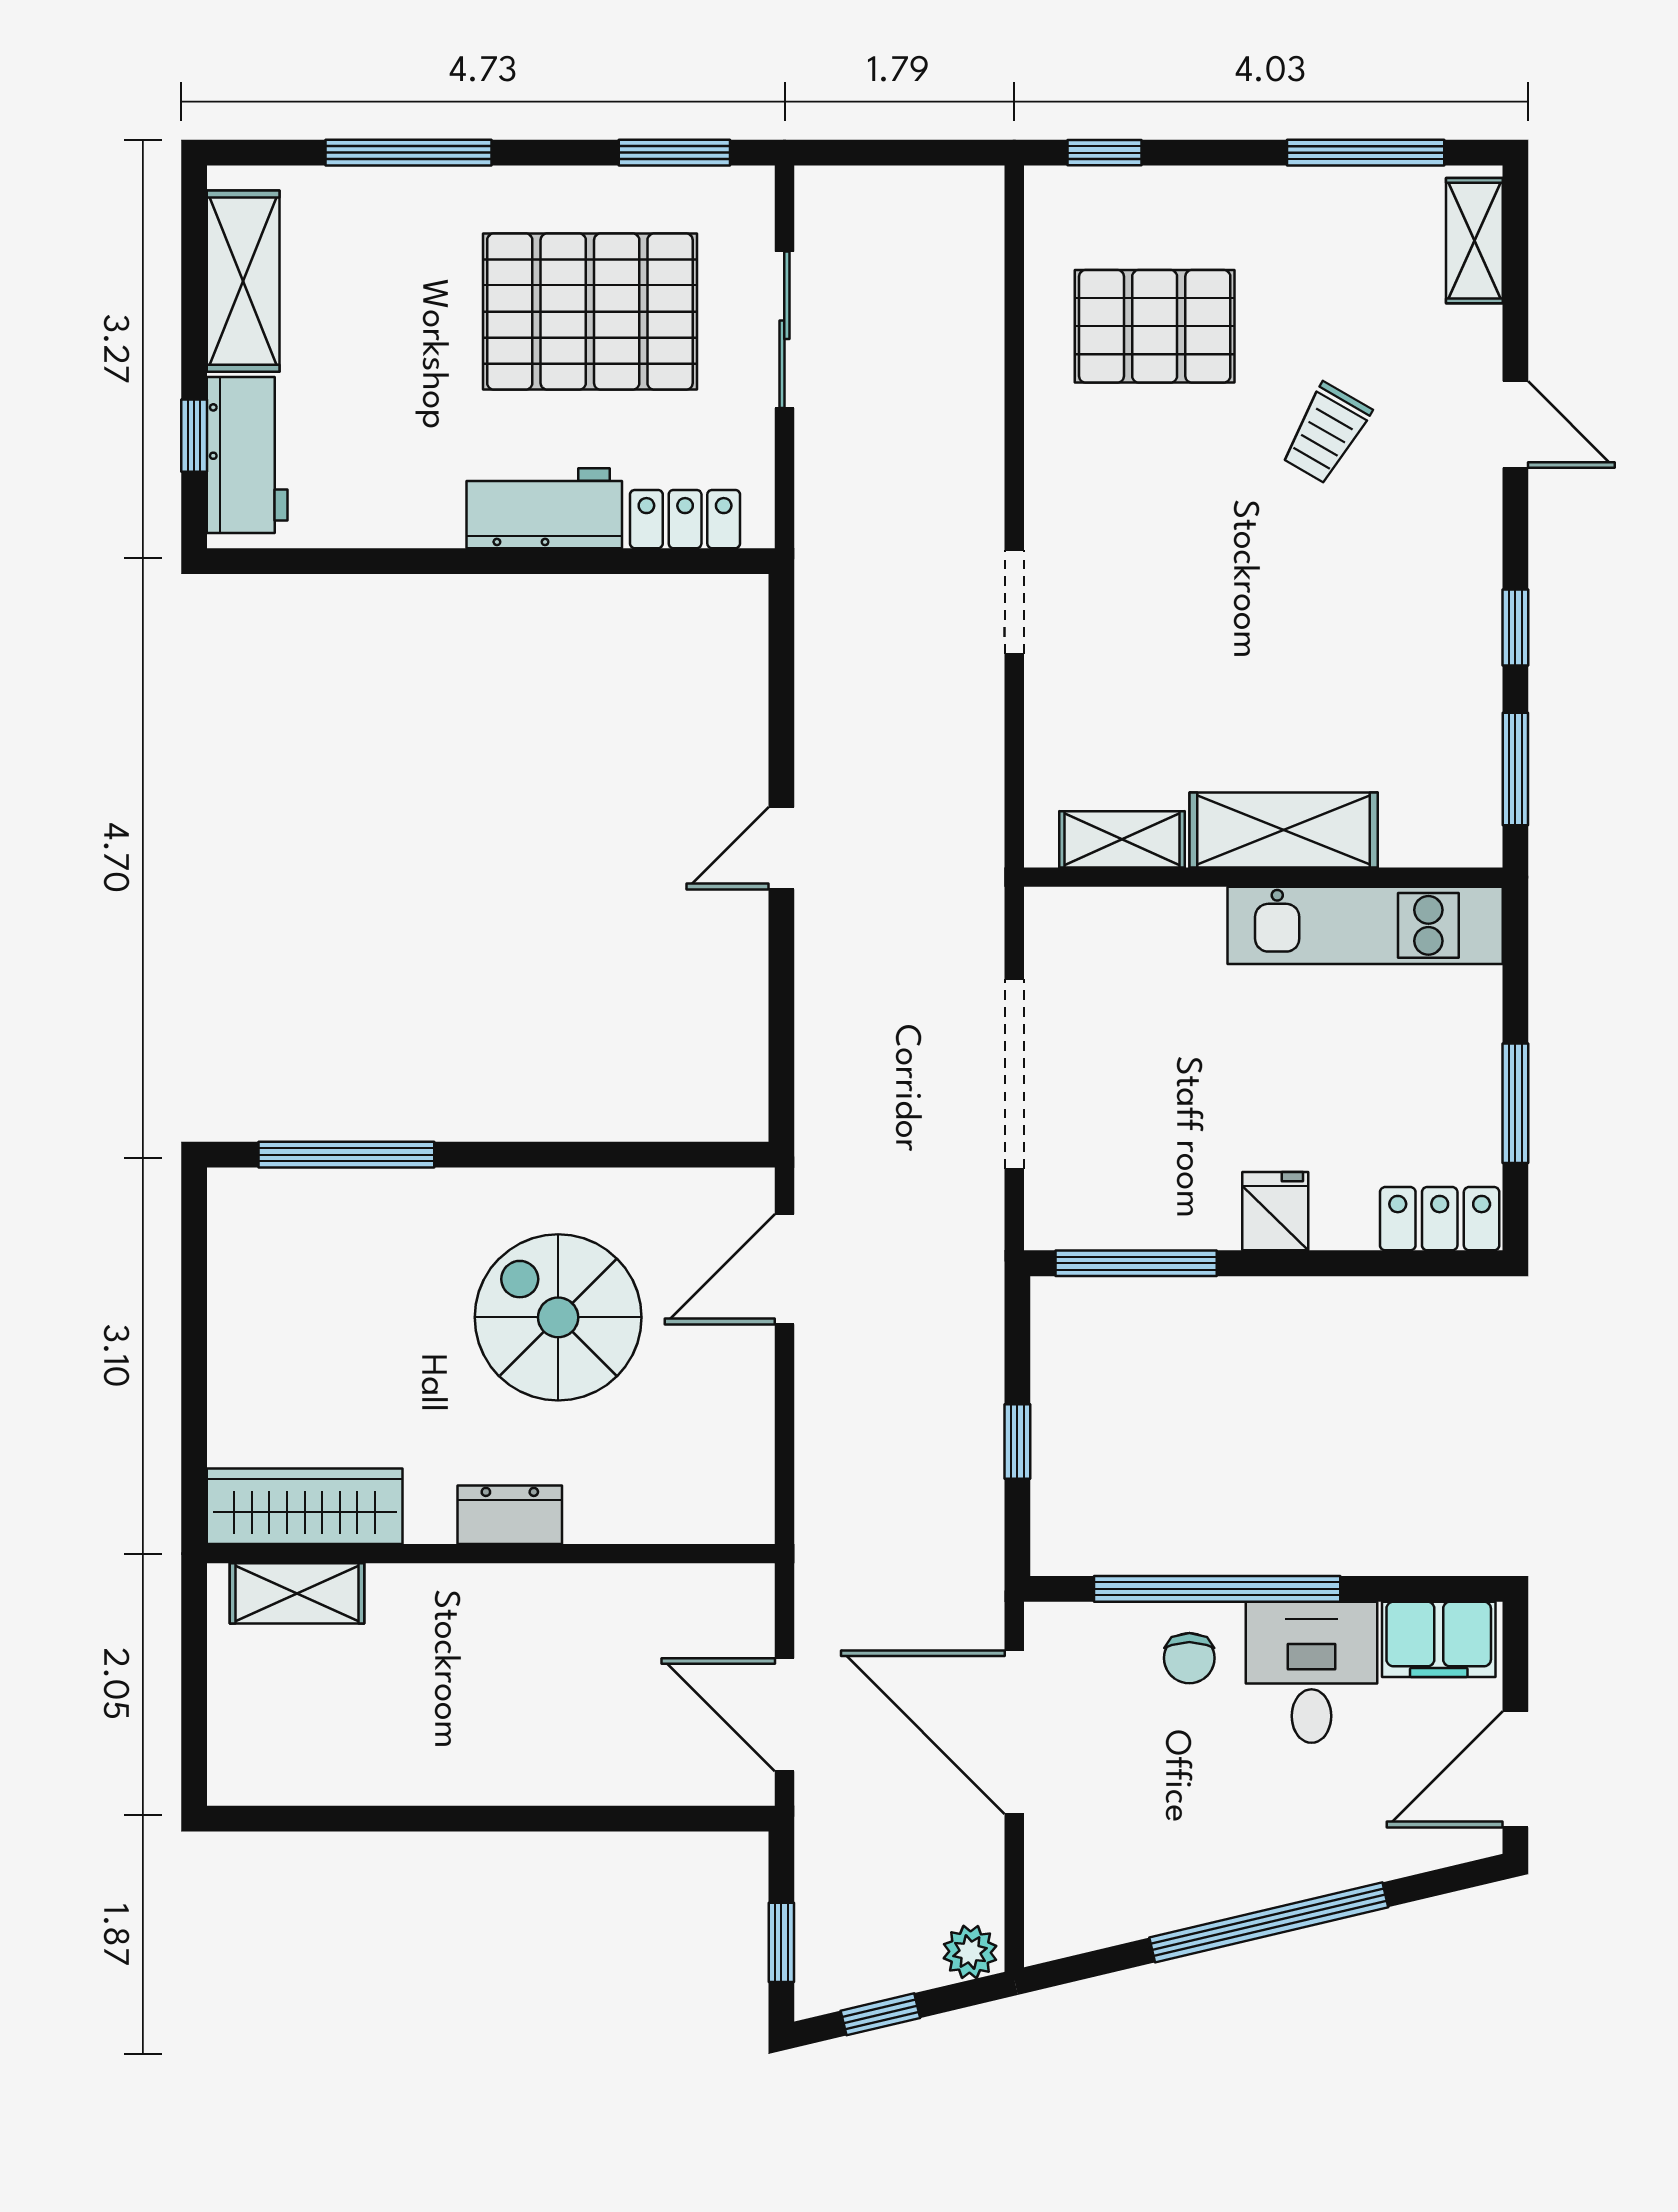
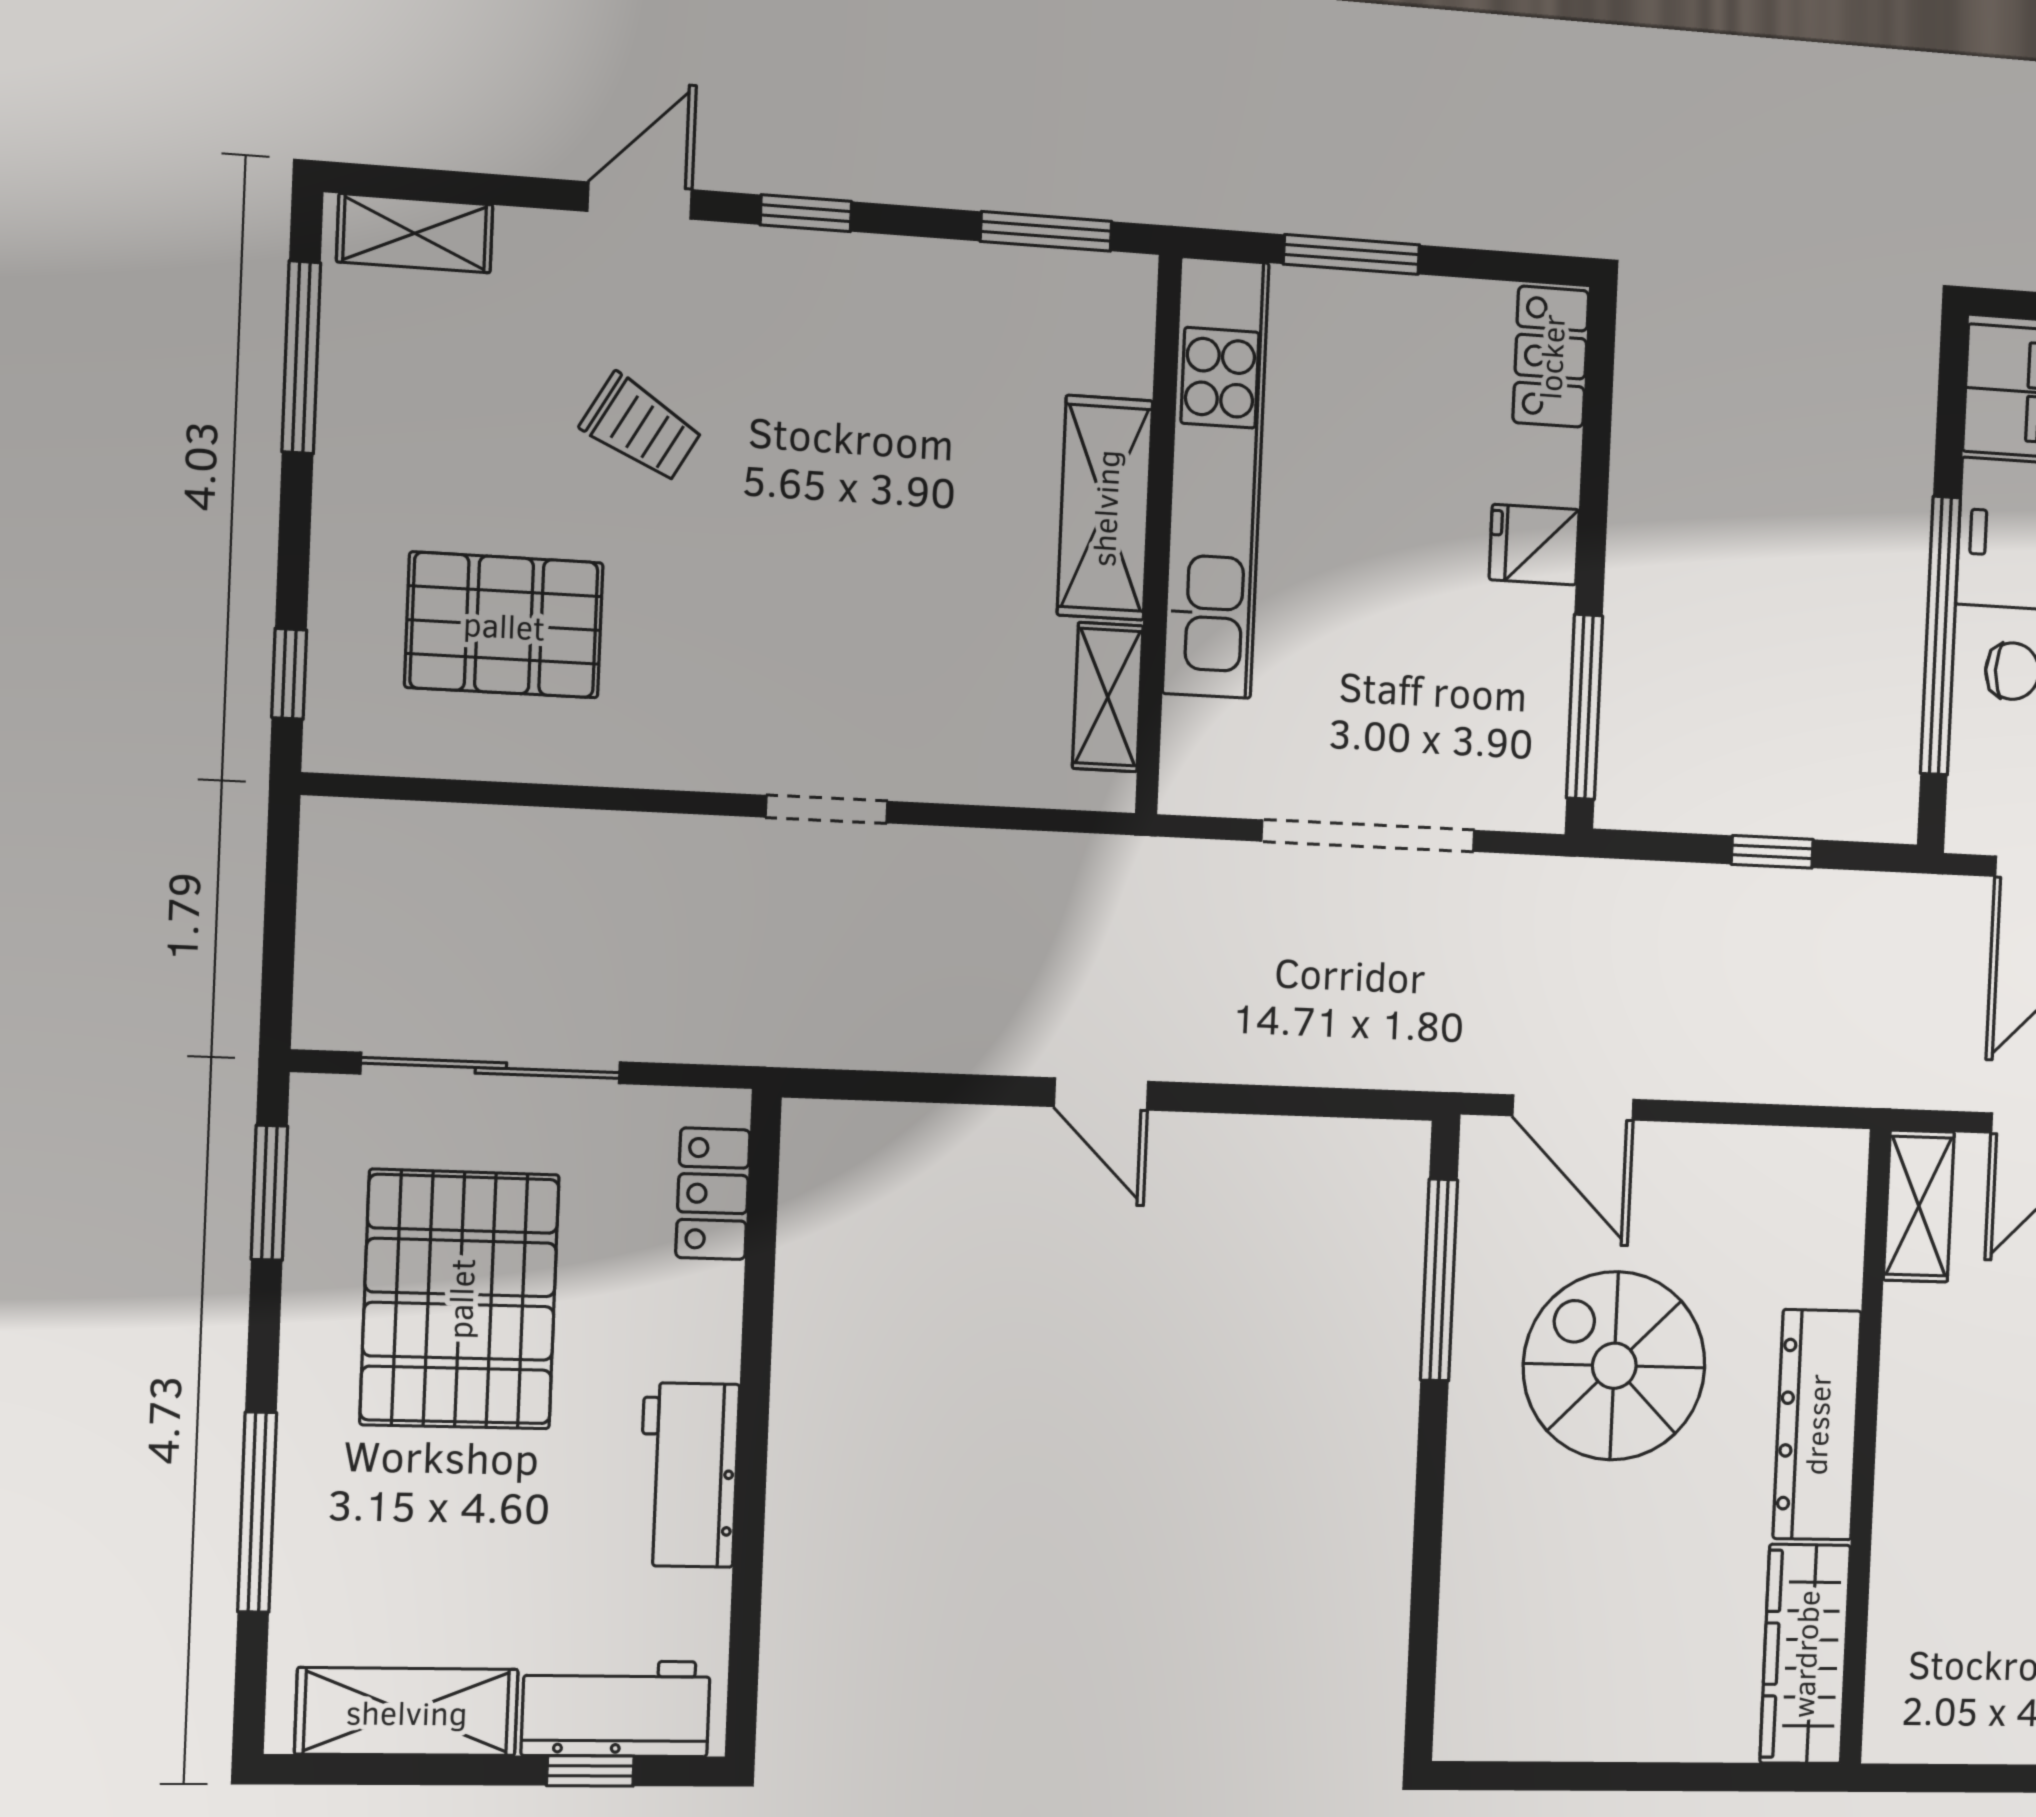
pallet: (1155, 326) -> (504, 625), turned 90
sliding door: (784, 330) -> (491, 1068), width x1.37
workbench: (544, 508) -> (689, 1475), moved
window: (1515, 628) -> (806, 213), moved
kitchen unit: (1365, 925) -> (1216, 478), width x1.36
window: (1515, 1103) -> (1352, 254), moved
window: (346, 1155) -> (1439, 1280), moved
spiral stairs: (558, 1317) -> (1614, 1366), turned 90
dresser: (510, 1515) -> (1817, 1425), width x1.96, depth x1.24
shelving: (297, 1593) -> (1919, 1206), moved

